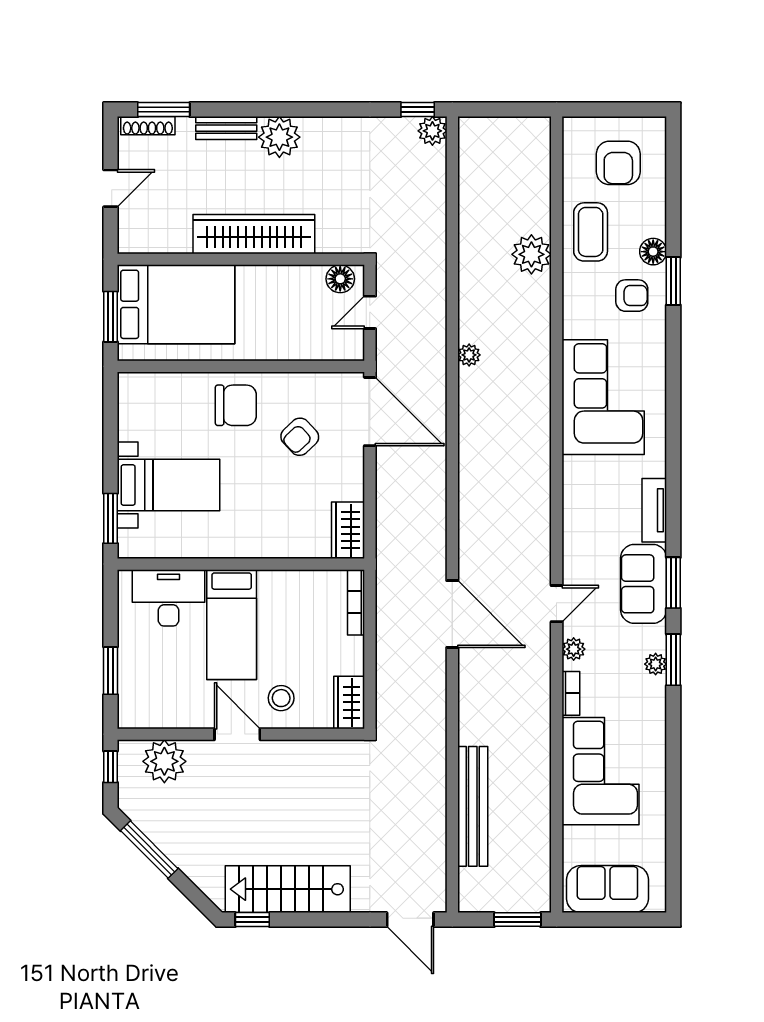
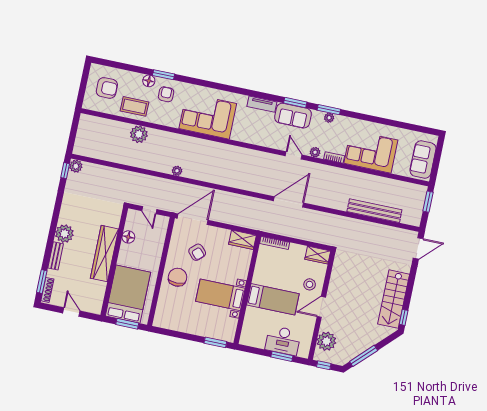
floor lamp: (340, 279) -> (128, 237), moved
bed with nightstands: (169, 485) -> (220, 295), moved, turned -90
desk: (169, 598) -> (283, 341), moved, turned -90

